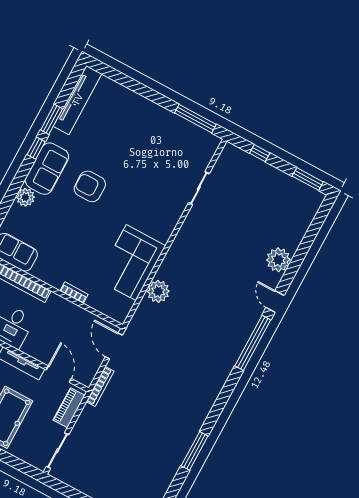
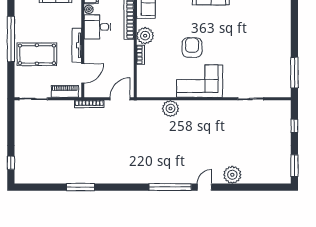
armchair: (90, 186) -> (192, 48), moved
corner sofa: (131, 263) -> (200, 81), moved
plant: (54, 275) -> (145, 36), added

